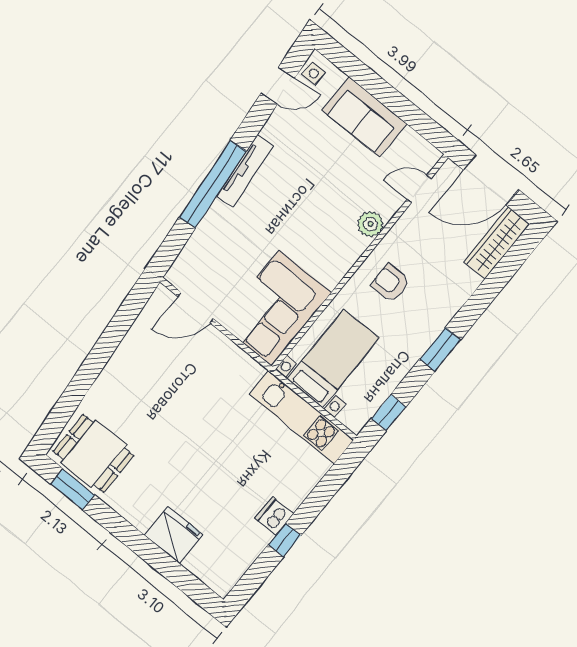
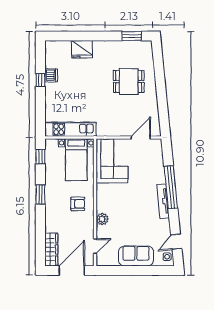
dining table: (93, 454) -> (129, 82), moved
dishwasher: (274, 516) -> (51, 75), moved

